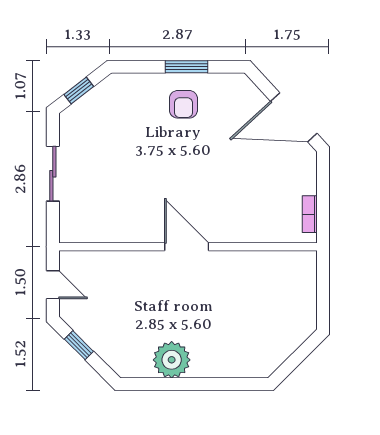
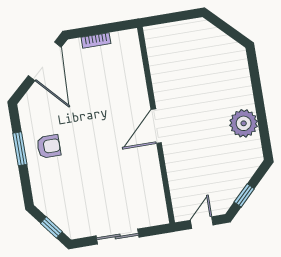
bookcase: (310, 214) -> (96, 40), moved

